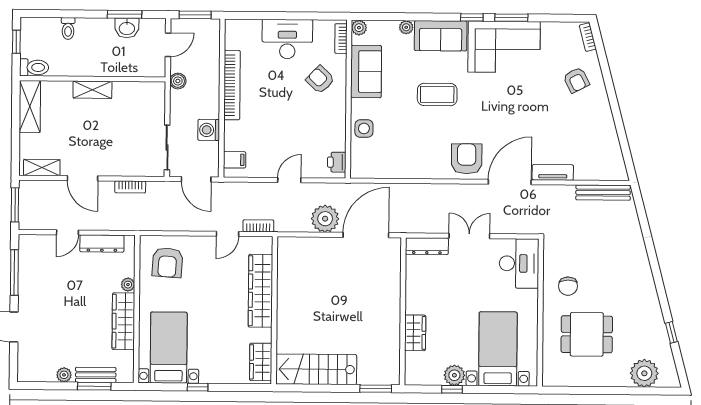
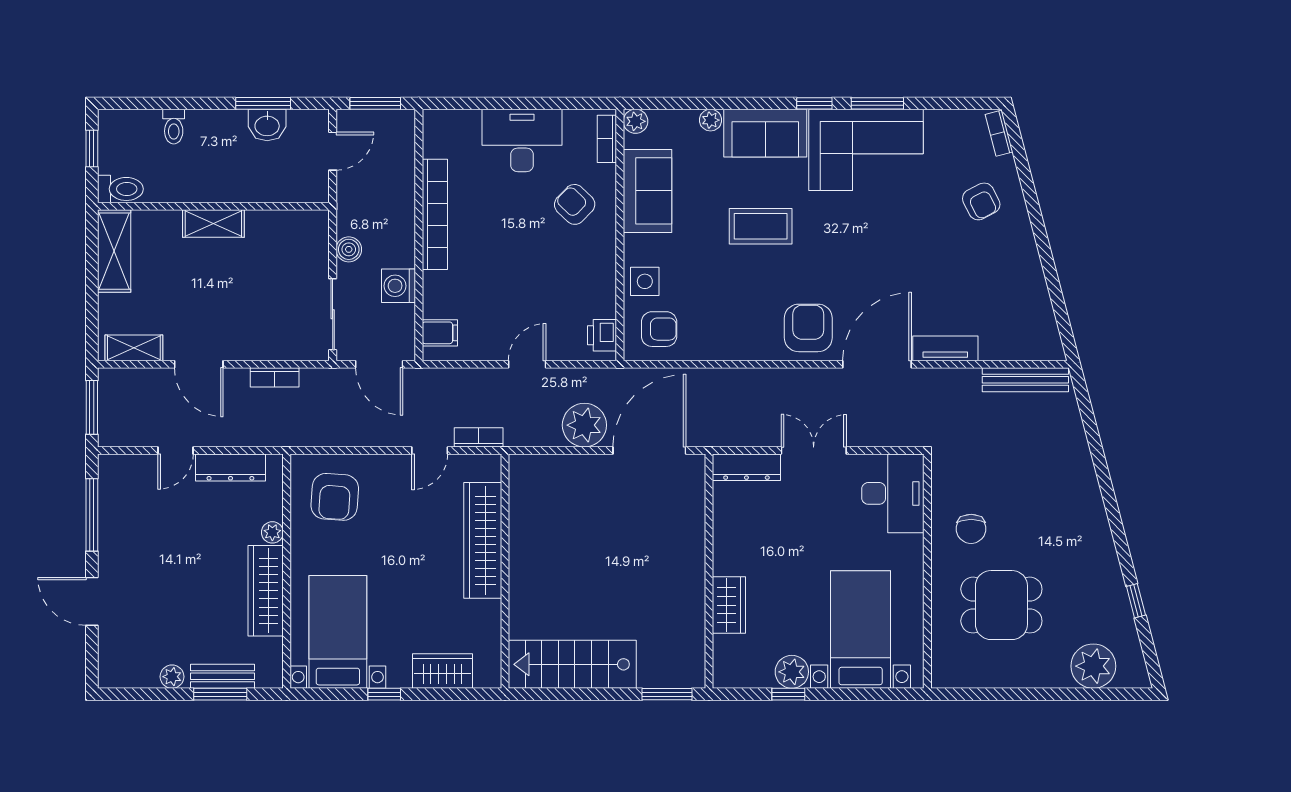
boiler: (178, 81) -> (349, 249), moved
armchair: (373, 159) -> (659, 329), added
wardrobe: (261, 362) -> (443, 671), moved, turned 90

